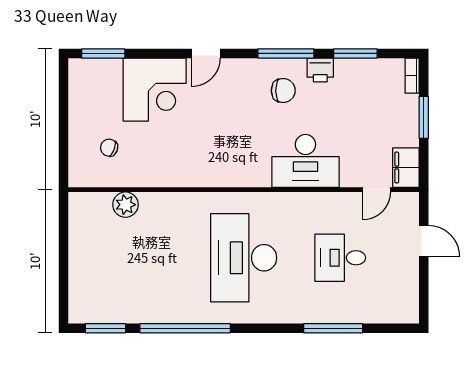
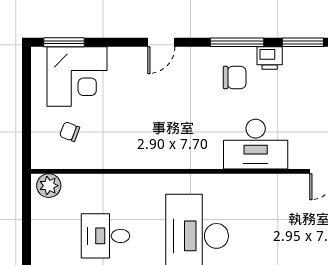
corner desk: (155, 90) -> (77, 77), moved
plant: (125, 205) -> (49, 186), moved
desk: (340, 258) -> (106, 236), moved

